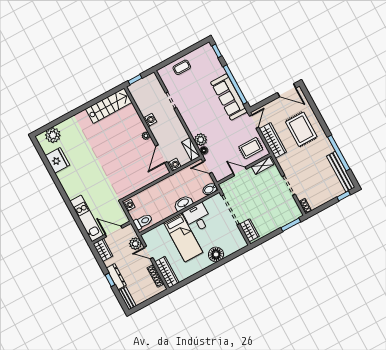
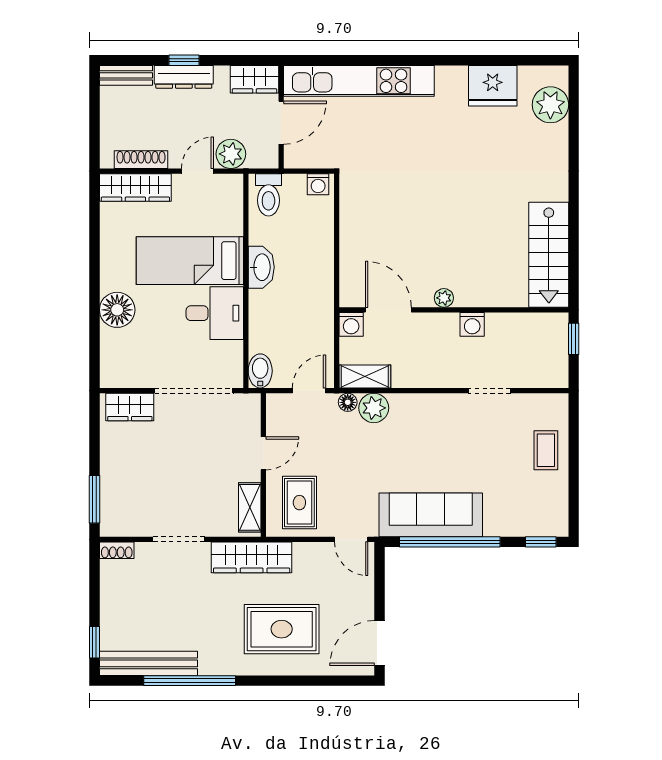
wardrobe: (273, 140) -> (252, 557), moved
washbasin: (183, 203) -> (261, 267), moved
kitchen unit: (87, 218) -> (359, 81), width x1.36

